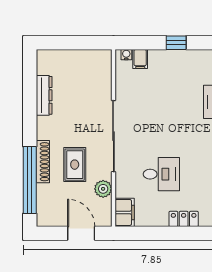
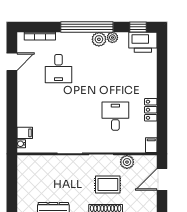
window: (176, 43) -> (12, 104), removed
filing cabinet: (125, 212) -> (151, 145), width x0.50
locker: (184, 219) -> (151, 110), moved

